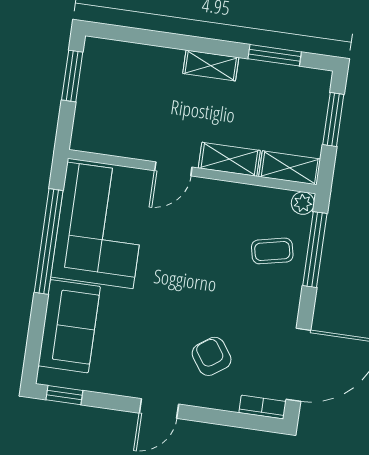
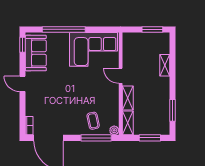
shelving: (211, 65) -> (165, 65), moved
window: (49, 242) -> (64, 29), moved
sofa: (69, 326) -> (36, 53), moved, turned -90
armchair: (212, 356) -> (47, 102), removed

